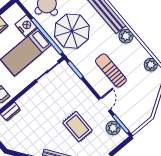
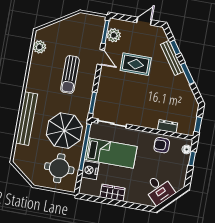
plant: (126, 36) -> (33, 85), removed
door: (105, 105) -> (101, 57), swing flipped
rug: (77, 127) -> (136, 64), turned 90

